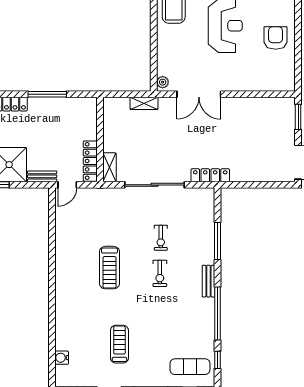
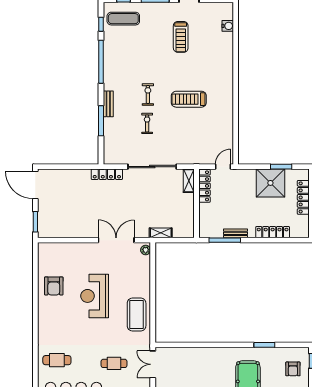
window: (47, 94) -> (225, 240), moved
bench: (42, 176) -> (235, 233), moved
treadmill: (109, 268) -> (189, 99), turned -90
bench: (208, 281) -> (108, 104), moved

